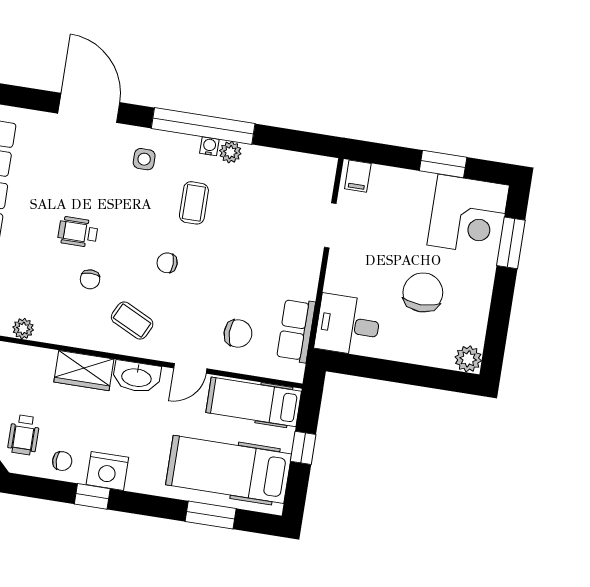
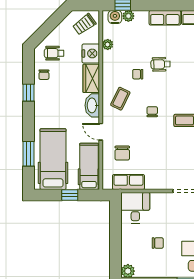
wheelchair: (78, 232) -> (161, 64), turned -92
chair: (423, 292) -> (158, 243), width x0.54, depth x0.54
nightstand: (107, 471) -> (91, 53), moved, turned 180

